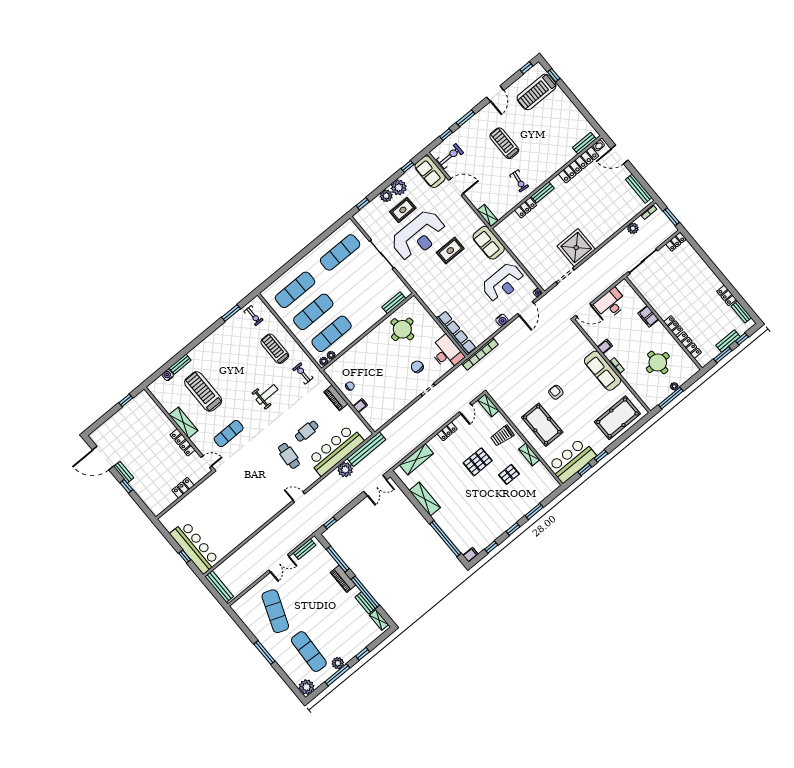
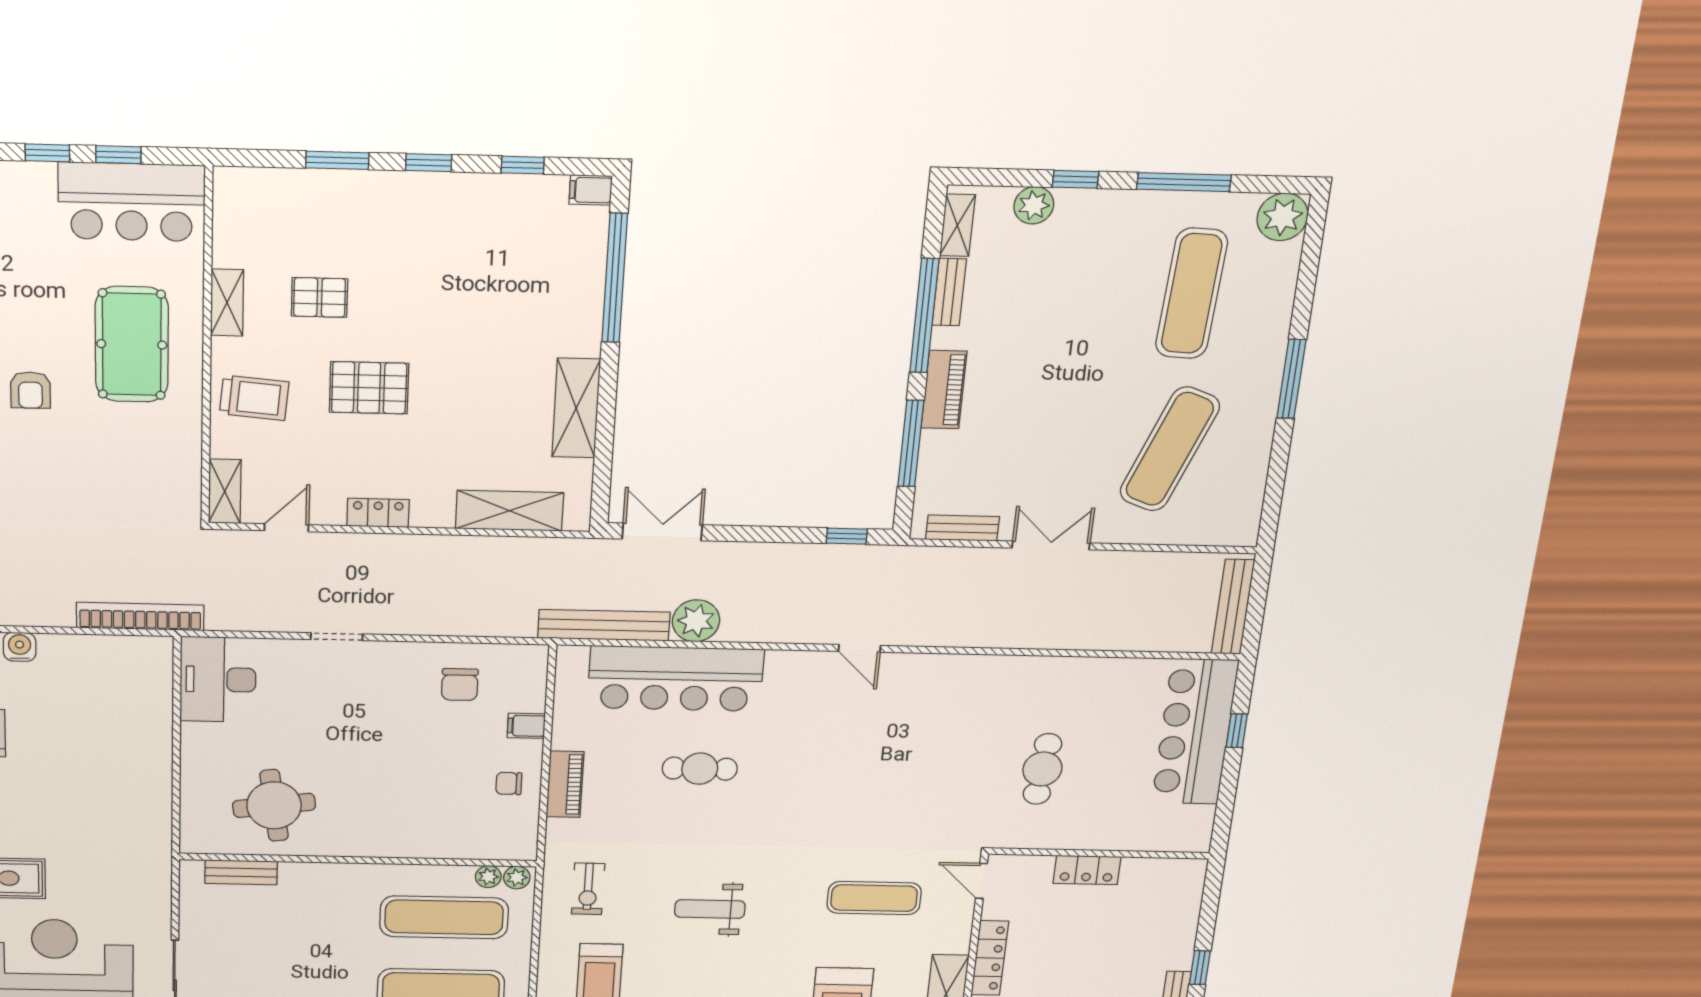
row of seats: (456, 333) -> (155, 703), removed
chair: (417, 367) -> (460, 685), moved
cafe table: (289, 456) -> (1042, 769), moved
plant: (338, 663) -> (1034, 205), moved

